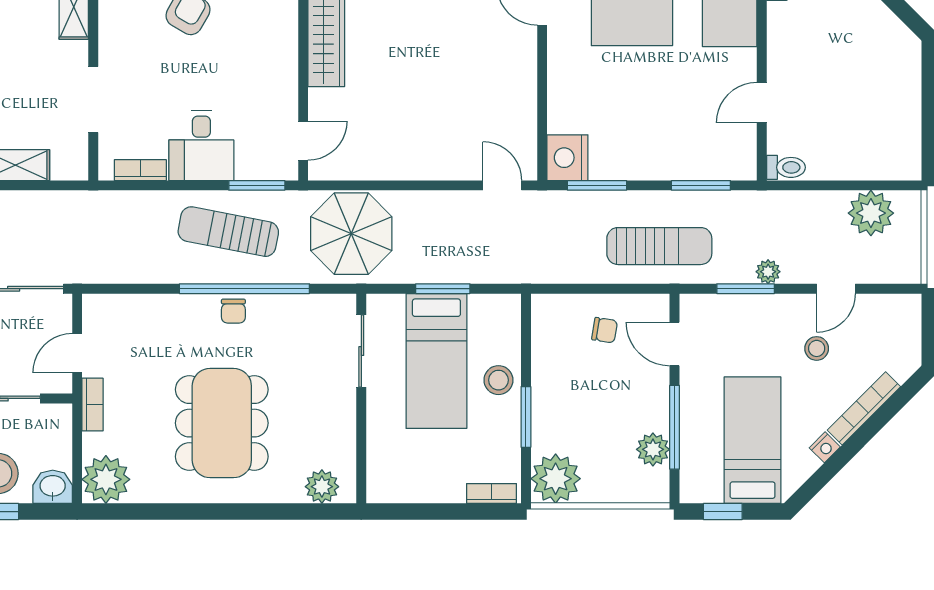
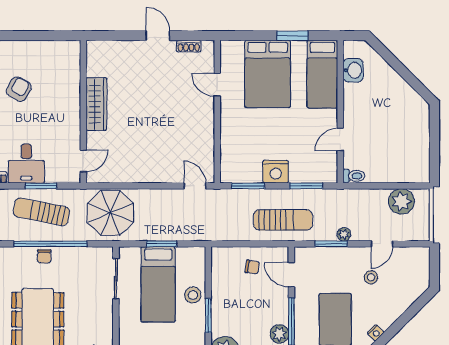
nightstand: (567, 158) -> (276, 172), moved, turned -90
window: (257, 185) -> (41, 186), moved
bookcase: (864, 408) -> (398, 311), removed

